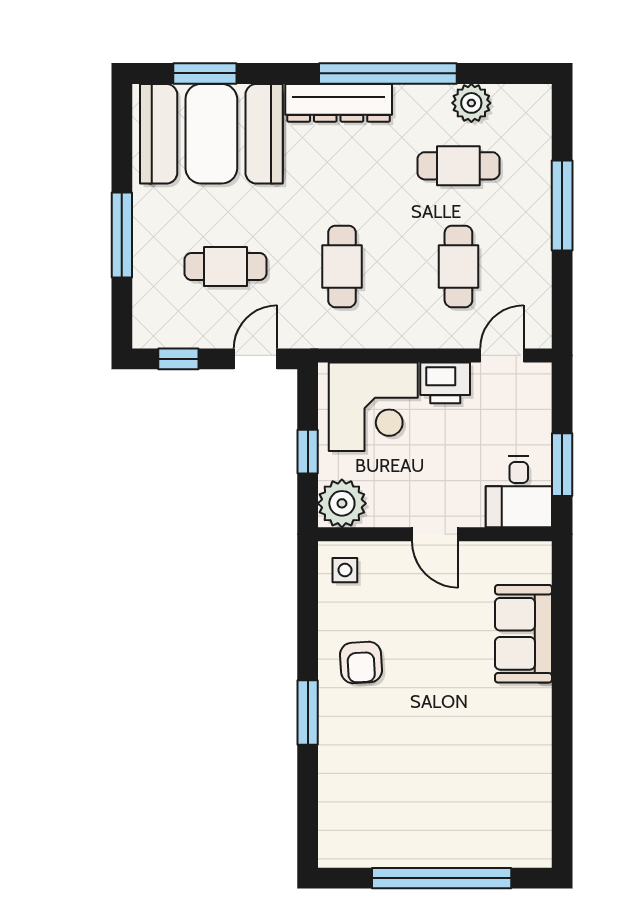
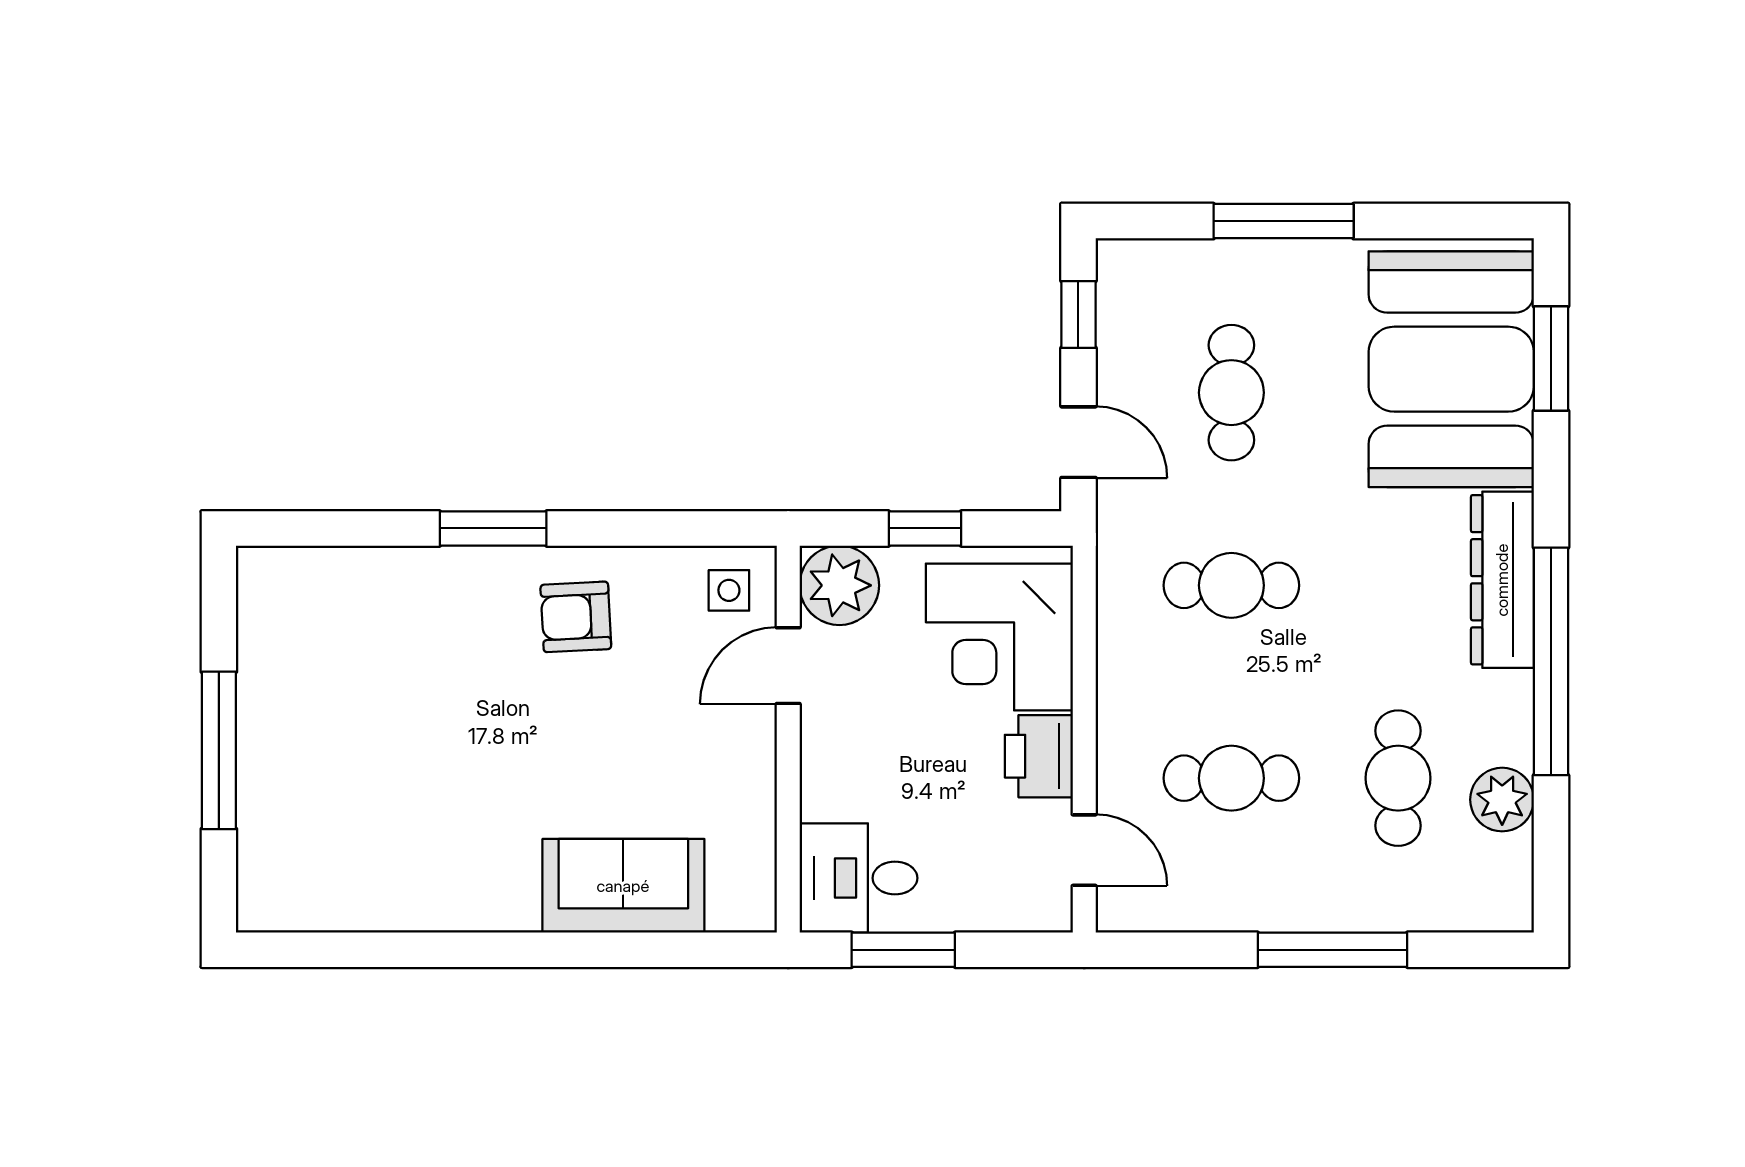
door: (435, 534) -> (788, 666), moved
window: (442, 878) -> (219, 750), width x0.68

